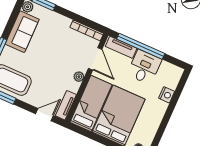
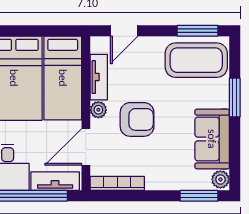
door: (95, 59) -> (86, 147), hinge flipped
armchair: (60, 61) -> (137, 119), added
tv unit: (66, 105) -> (99, 77), moved

